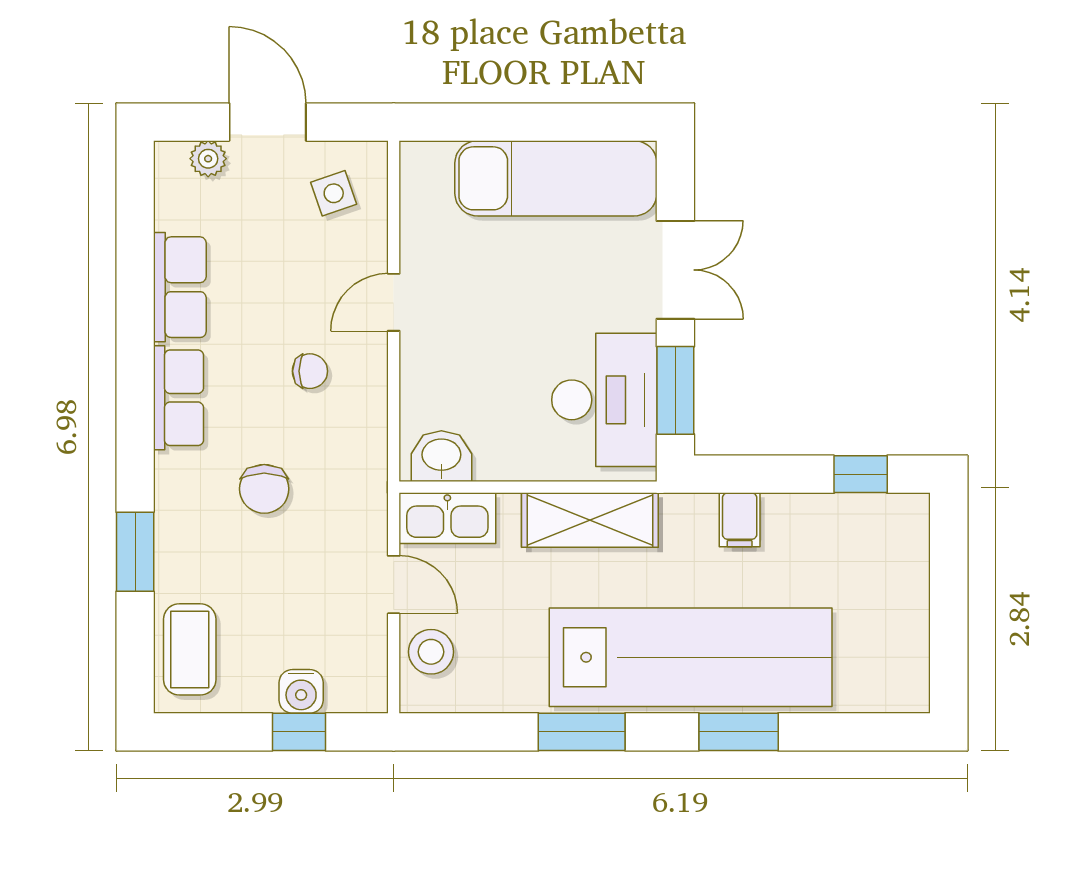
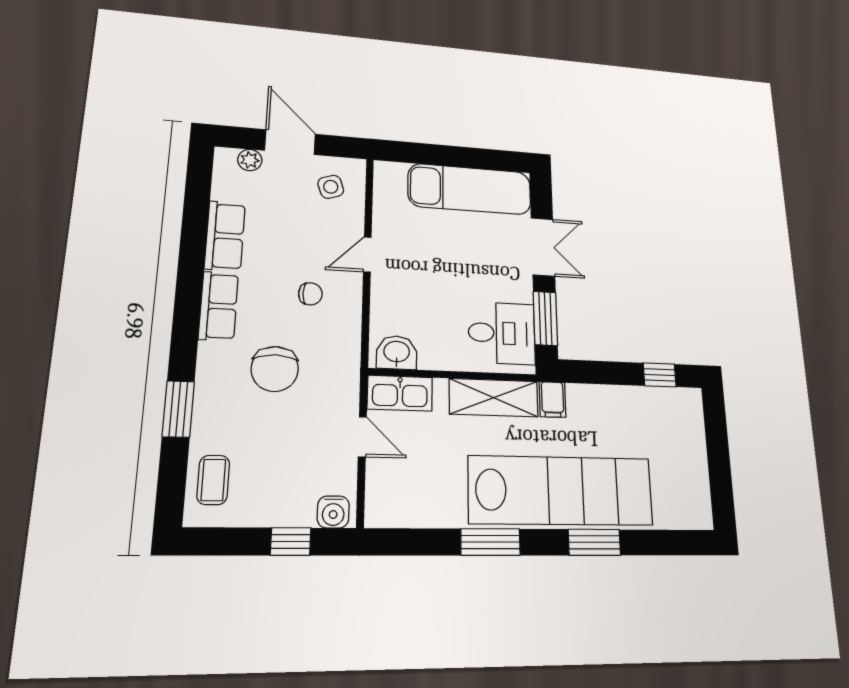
desk: (604, 400) -> (502, 333), width x0.73
chair: (264, 489) -> (275, 369), width x1.37, depth x1.37
filing cabinet: (740, 520) -> (552, 400), moved
coffee table: (190, 649) -> (213, 480), width x0.73, depth x0.77
stool: (431, 652) -> (387, 484), removed
water cooler: (301, 691) -> (333, 512), moved

